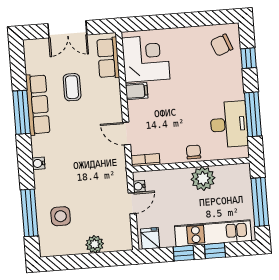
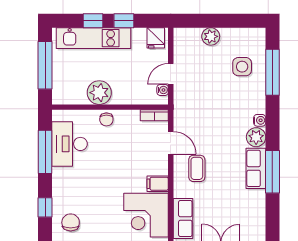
chair: (222, 45) -> (71, 222), turned -69
coffee table: (72, 87) -> (197, 168), moved
row of seats: (38, 105) -> (256, 168), width x0.68
plant: (41, 146) -> (256, 137), added

